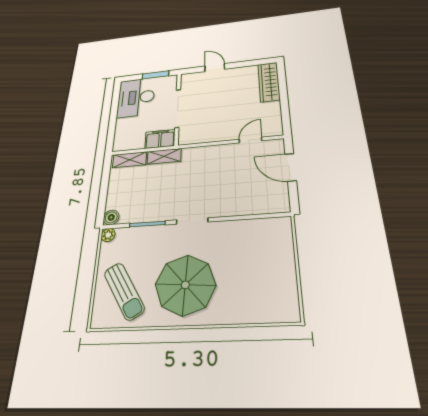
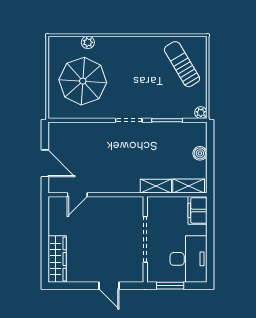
filing cabinet: (160, 139) -> (198, 210), moved, turned 90
boiler: (111, 217) -> (200, 153), moved
parasol: (185, 285) -> (83, 81), moved
plant: (245, 315) -> (88, 42), added

